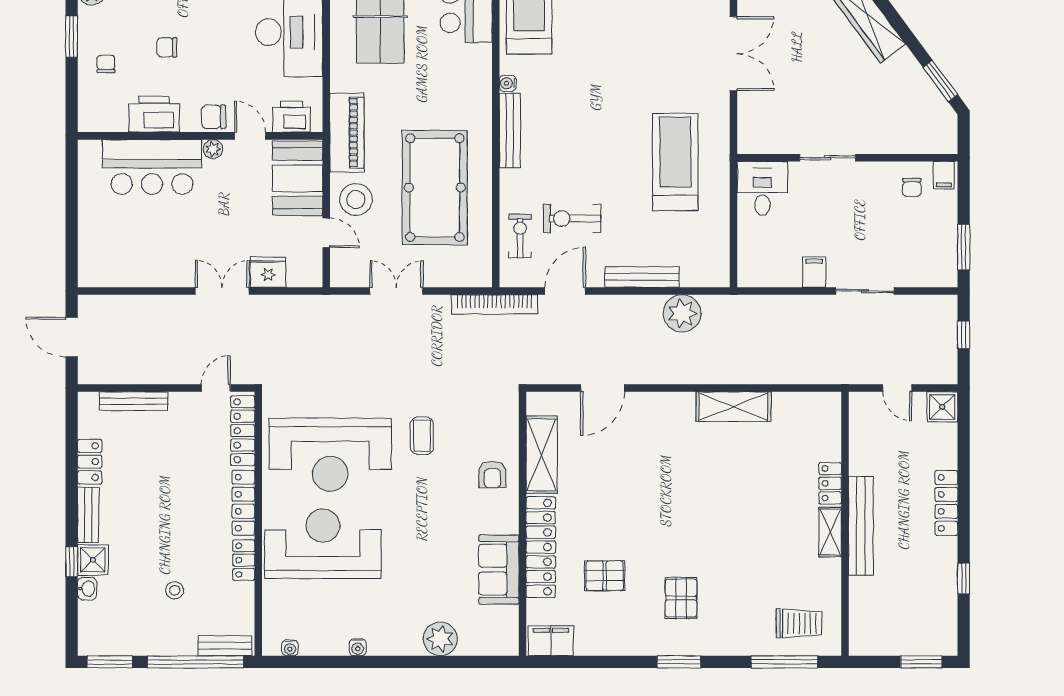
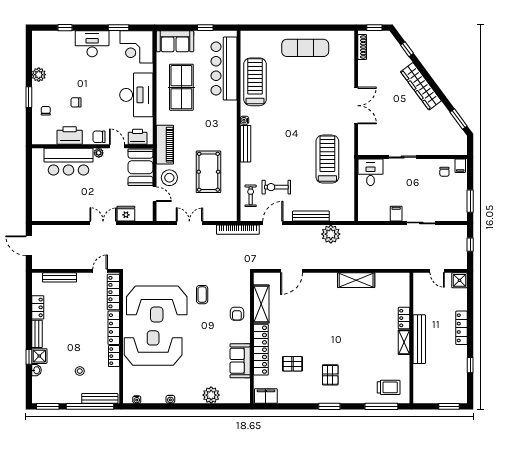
pool table: (435, 188) -> (208, 172), width x0.73, depth x0.76
bench: (225, 646) -> (100, 398), width x1.36

